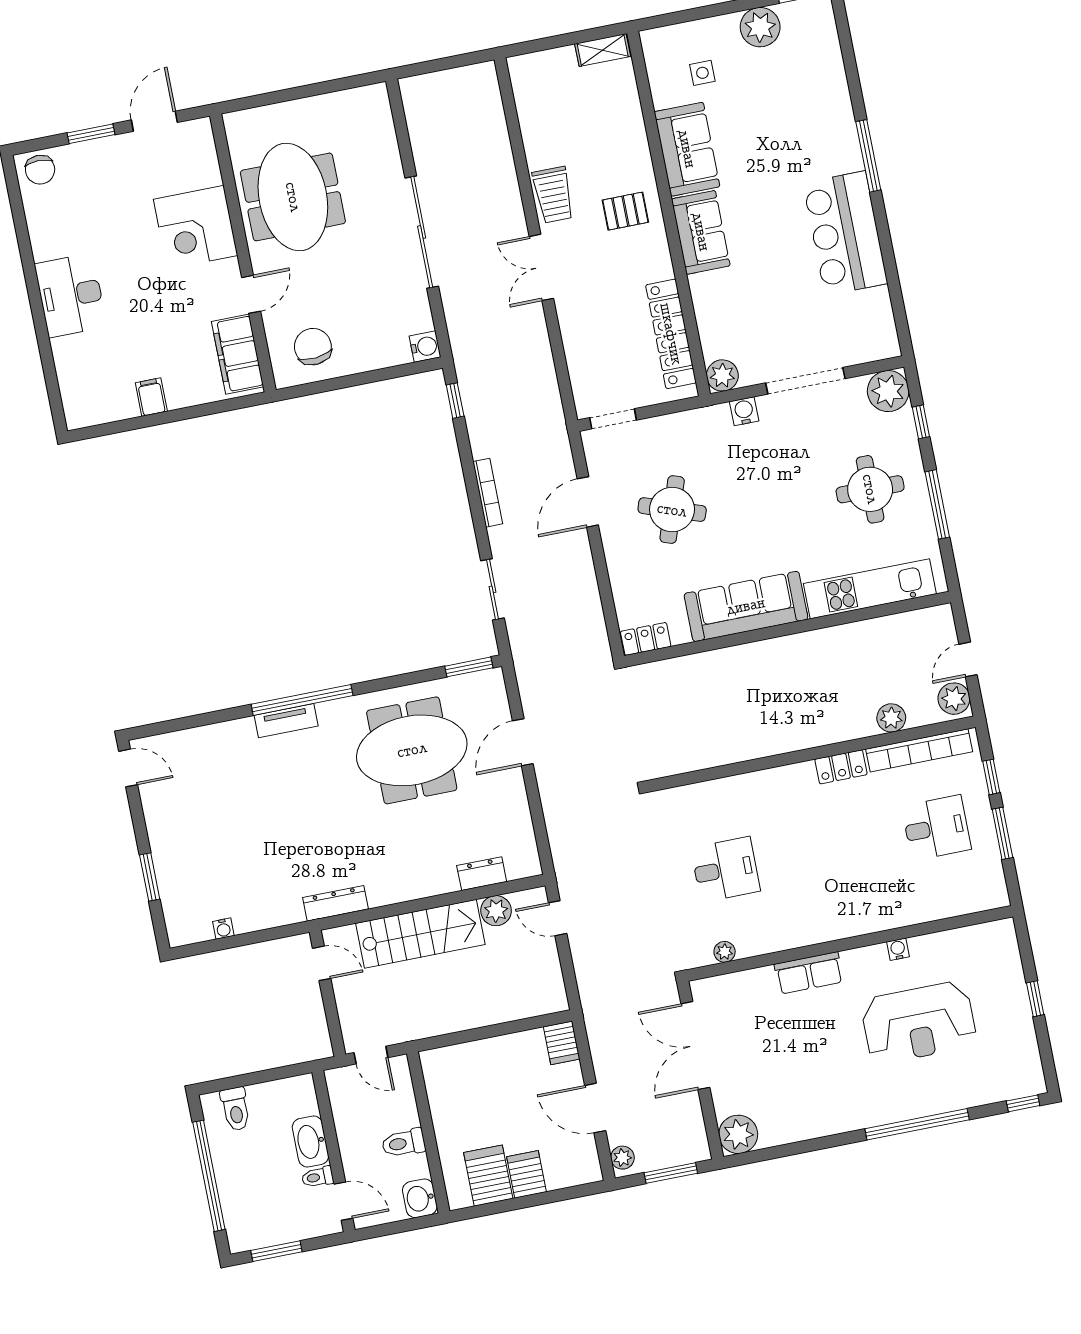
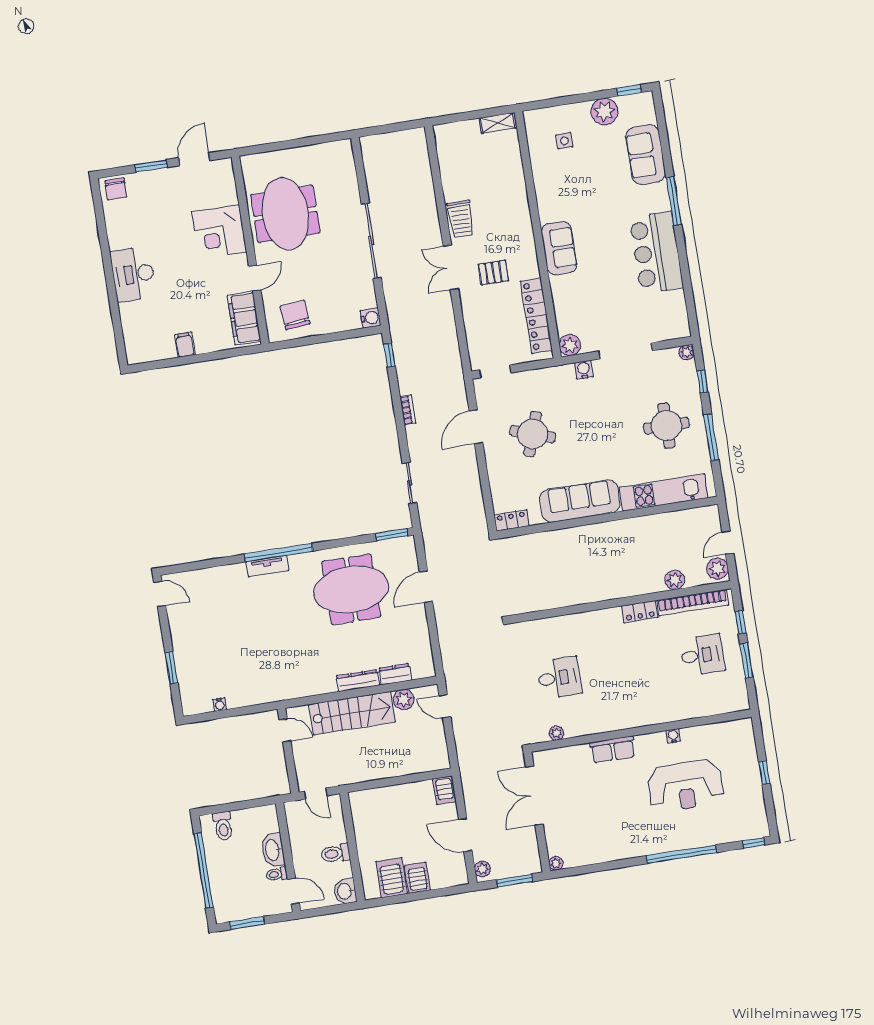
sofa: (687, 149) -> (646, 155), moved, turned 180
pallet: (625, 211) -> (493, 273), moved
plant: (888, 391) -> (687, 352), width x0.53, depth x0.53
bookcase: (488, 493) -> (408, 410), width x0.64
dresser: (335, 903) -> (358, 681), moved
plant: (738, 1134) -> (556, 863), width x0.53, depth x0.53

